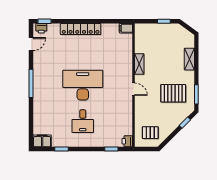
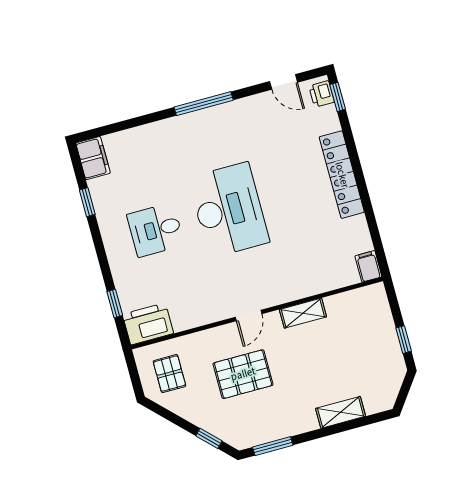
pallet: (173, 93) -> (243, 374), moved, turned 90
printer: (127, 141) -> (148, 324), width x1.87, depth x1.48

